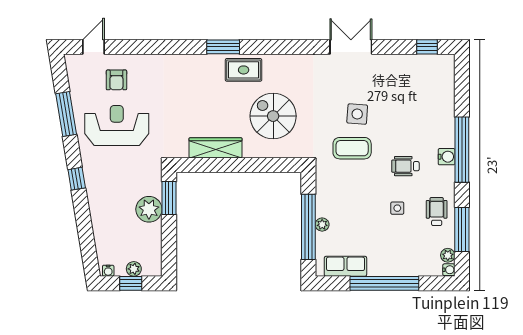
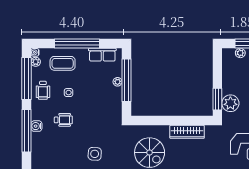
coffee table: (352, 148) -> (63, 63), moved
plant: (149, 209) -> (230, 103), moved
window: (462, 230) -> (26, 79), width x1.46

